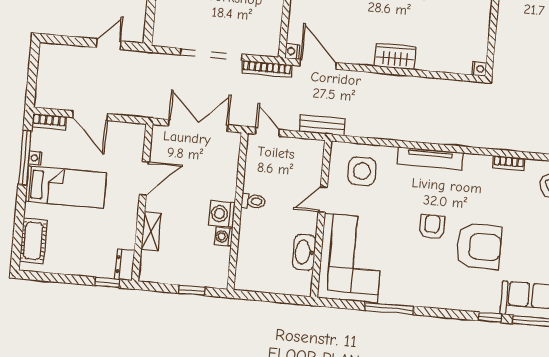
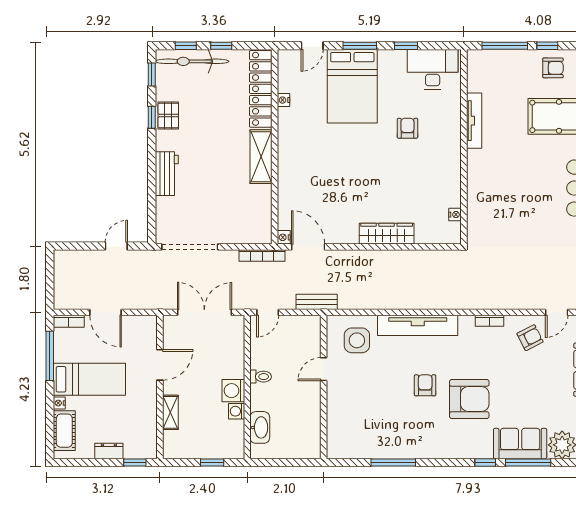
doorway: (211, 54) -> (190, 247), moved
wardrobe: (395, 57) -> (387, 234), width x1.50
nightstand: (479, 69) -> (455, 215), moved
door: (267, 132) -> (268, 312), swing flipped
nightstand: (35, 158) -> (59, 403), moved
tv unit: (430, 158) -> (418, 325), width x1.36, depth x1.29
washbasin: (304, 252) -> (260, 427), moved, turned 180
corner sofa: (351, 258) -> (354, 420), removed
dresser: (125, 265) -> (109, 451), moved, turned 90

